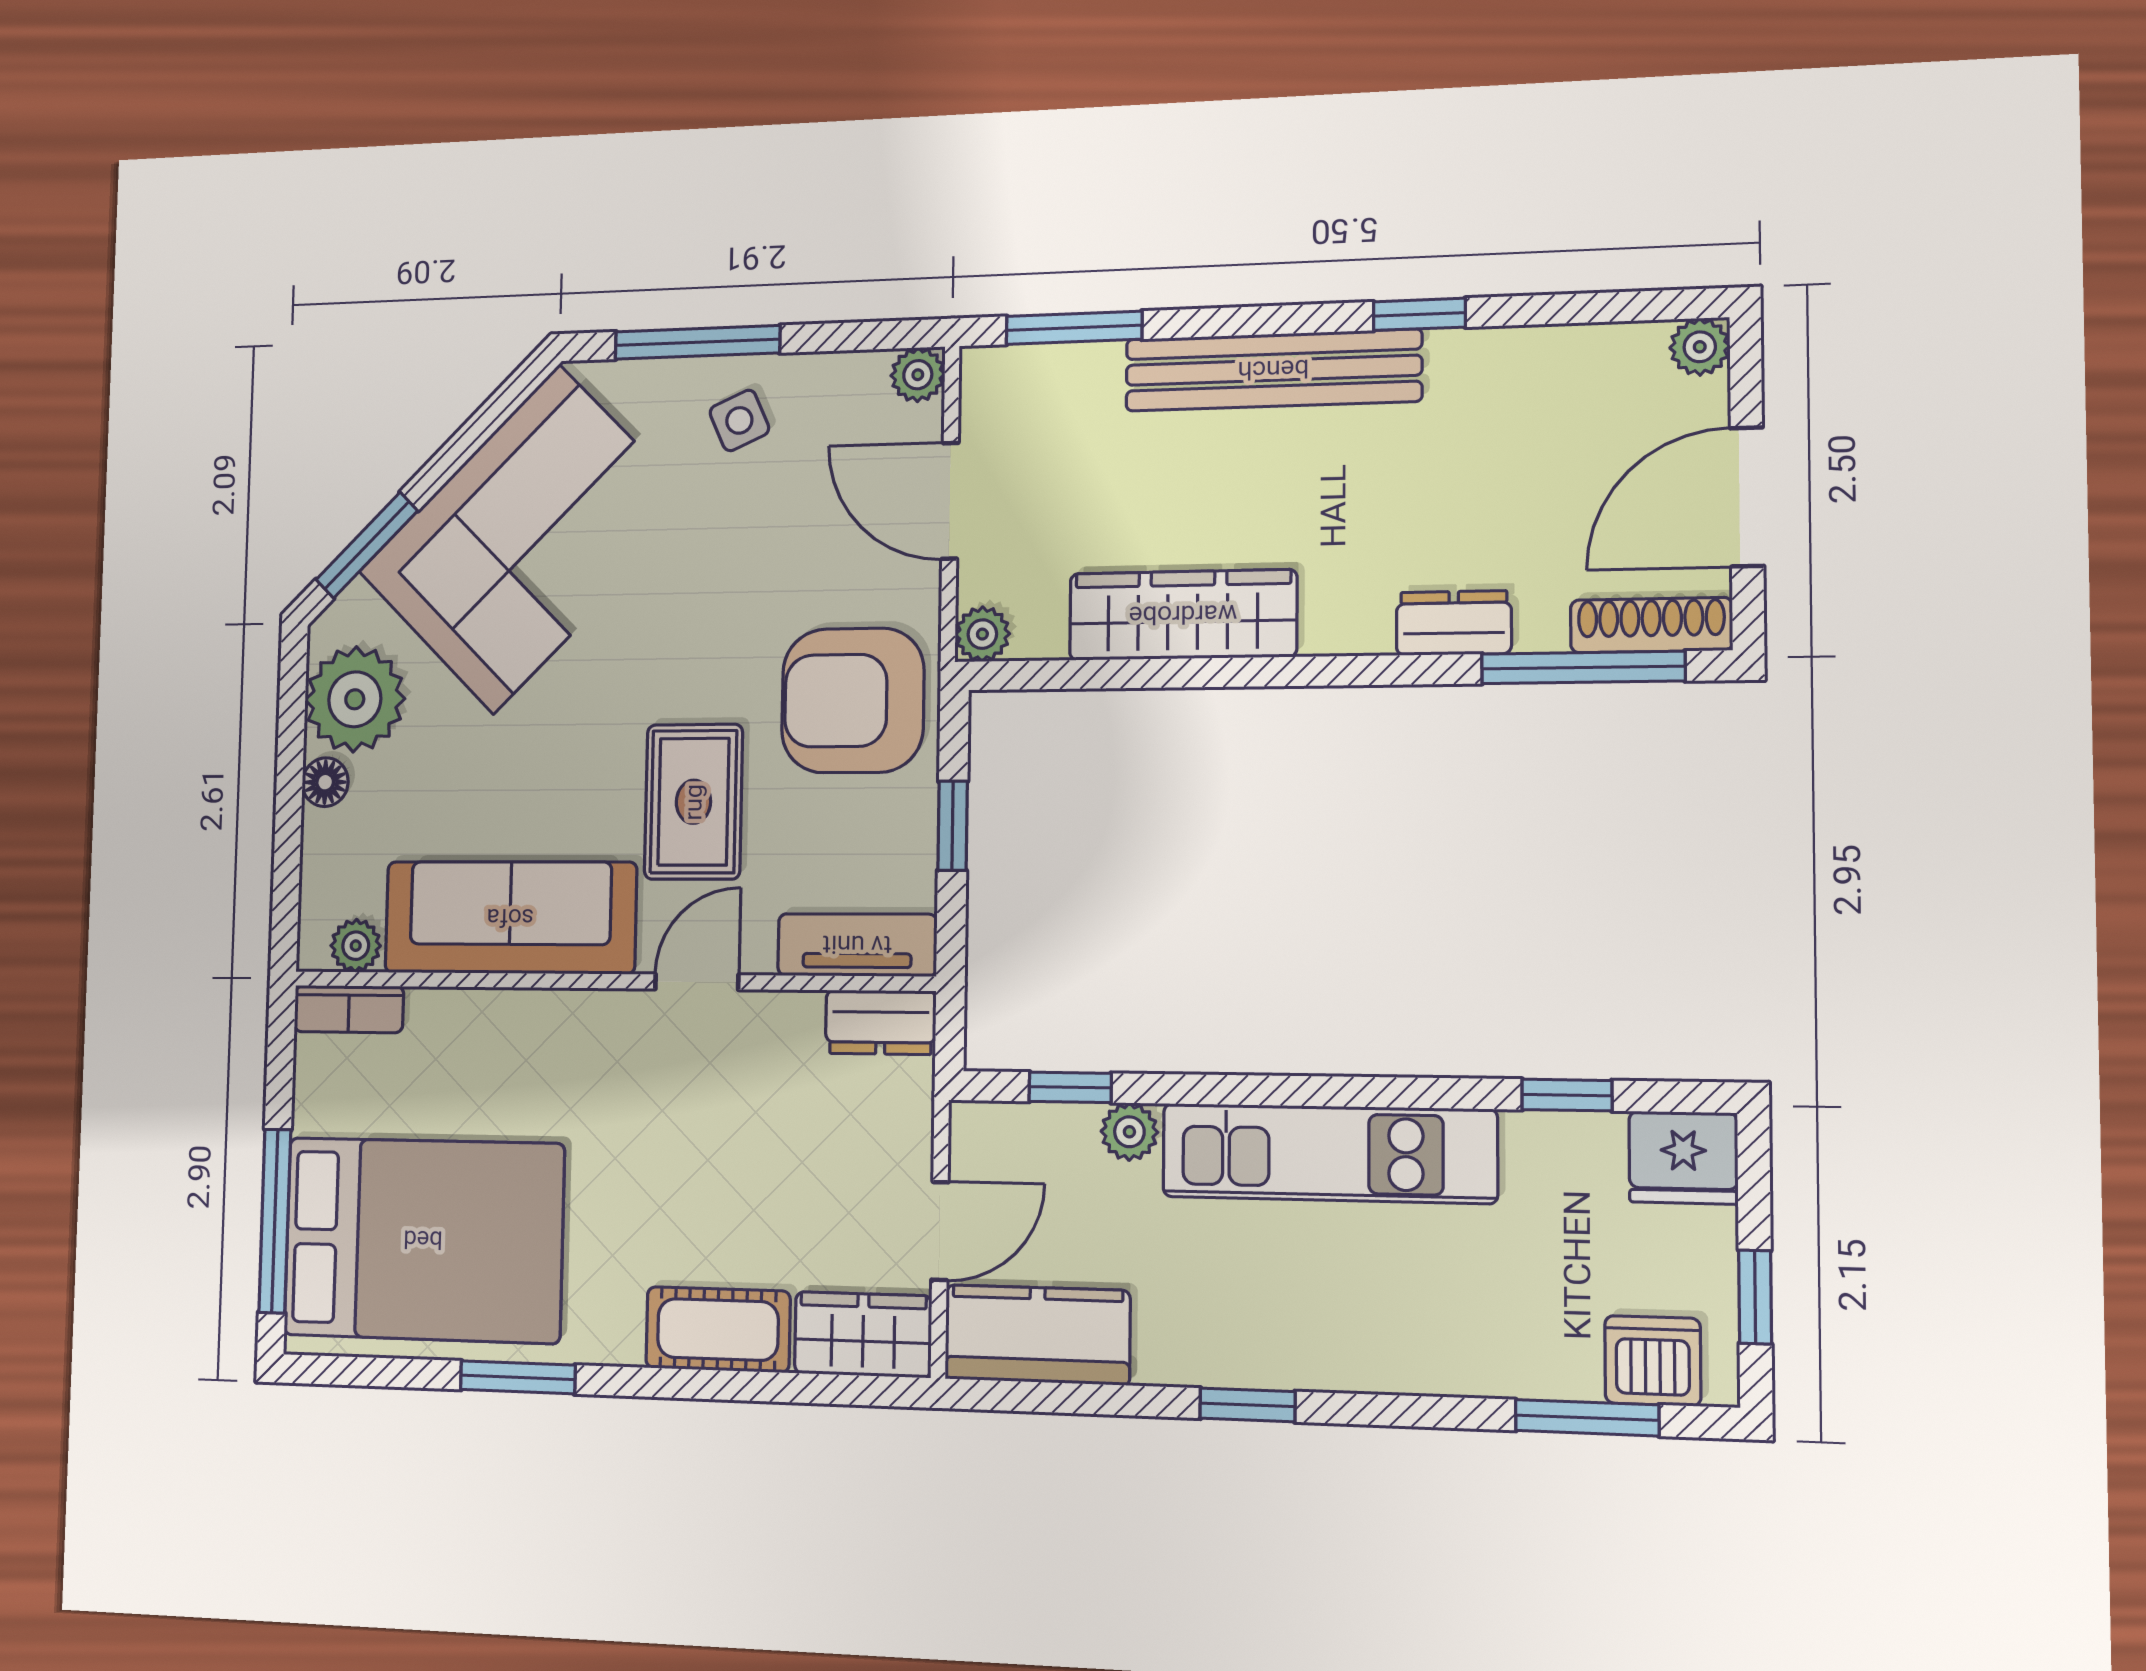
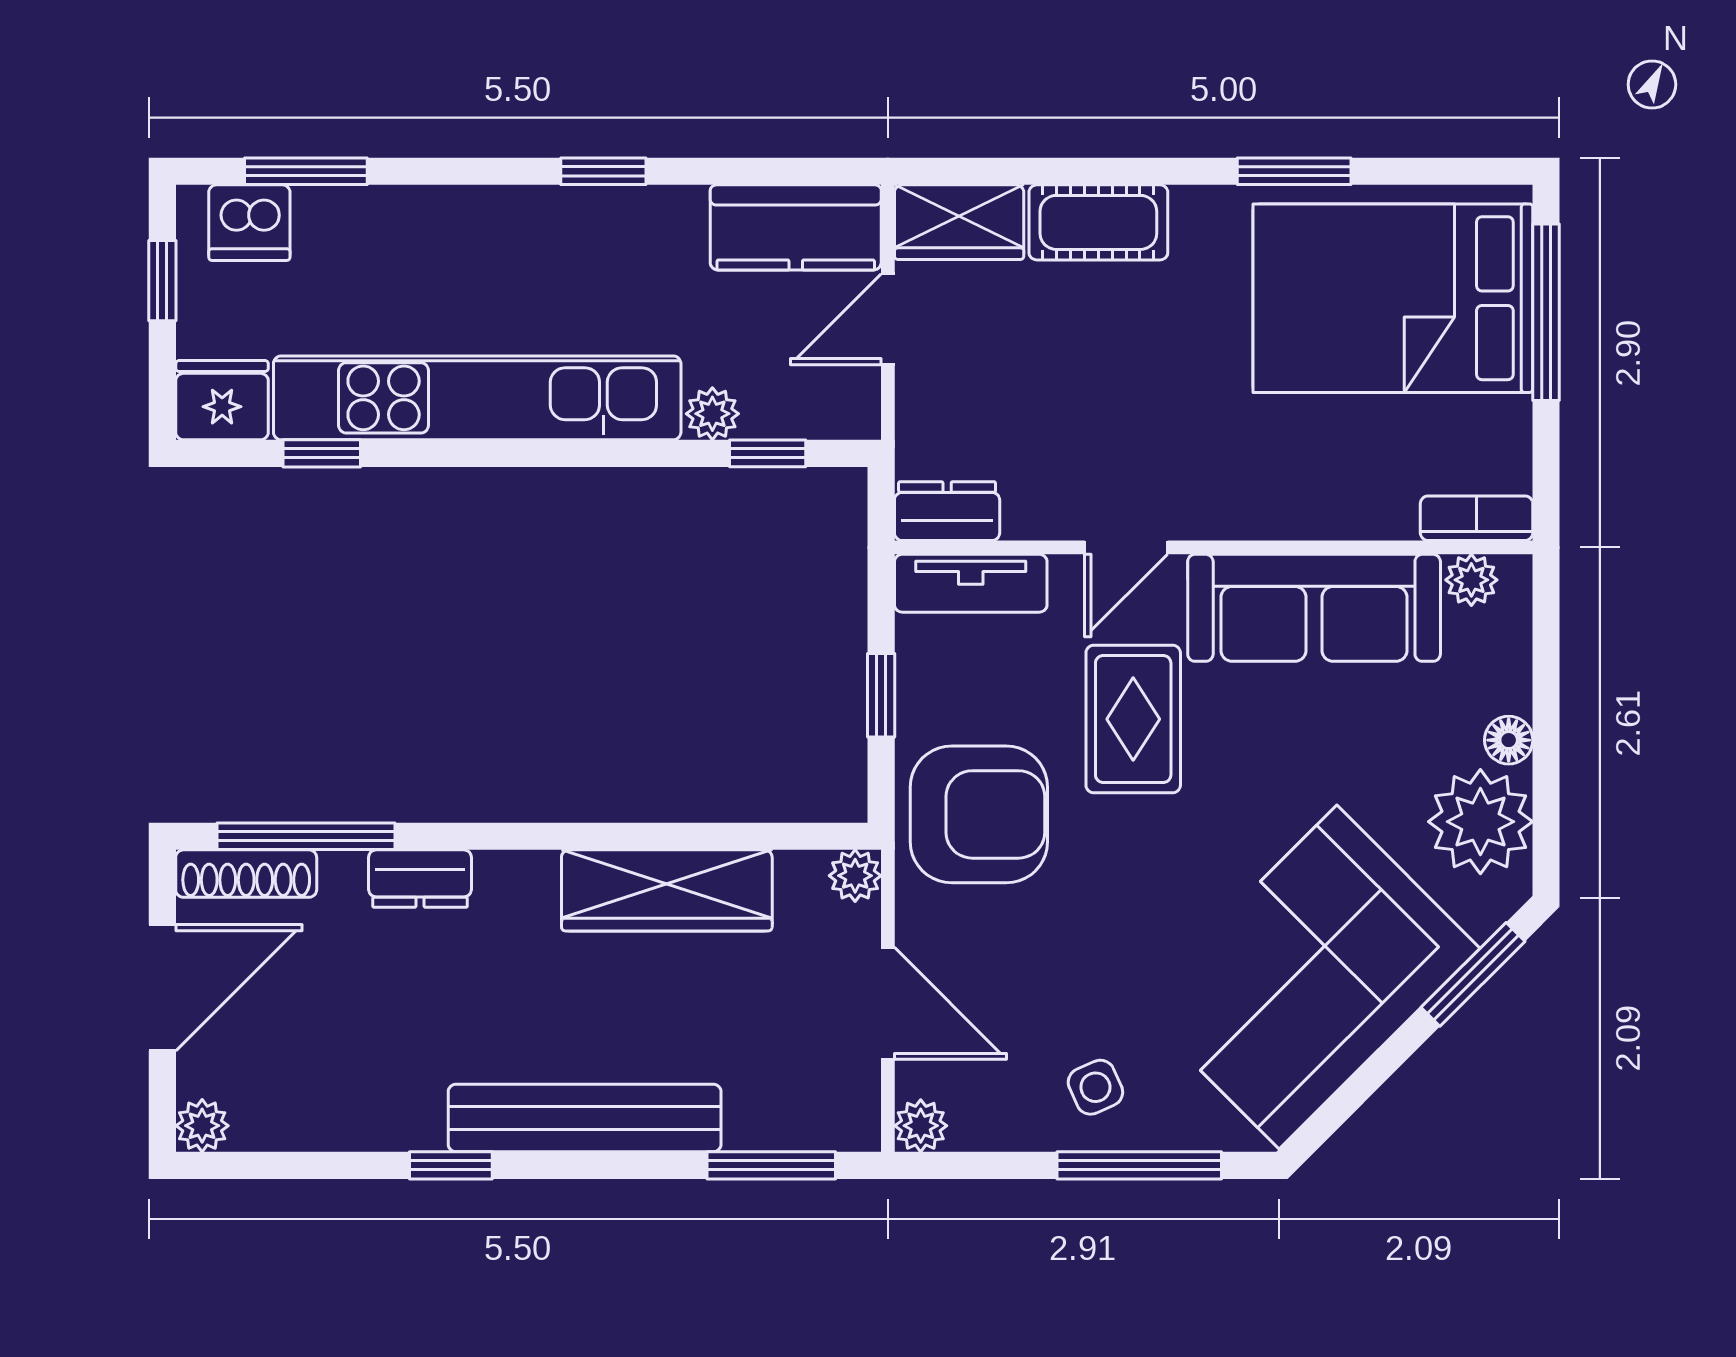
kitchen unit: (1329, 1153) -> (477, 398), width x1.36

